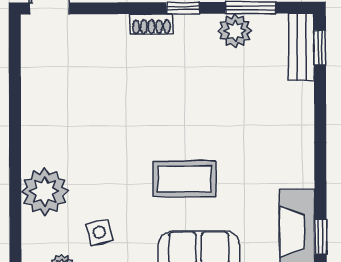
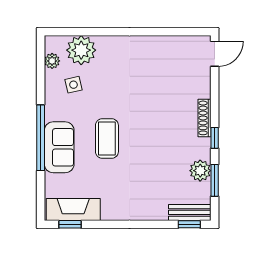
shoe rack: (151, 24) -> (205, 118), width x1.43
plant: (45, 191) -> (81, 50), moved

